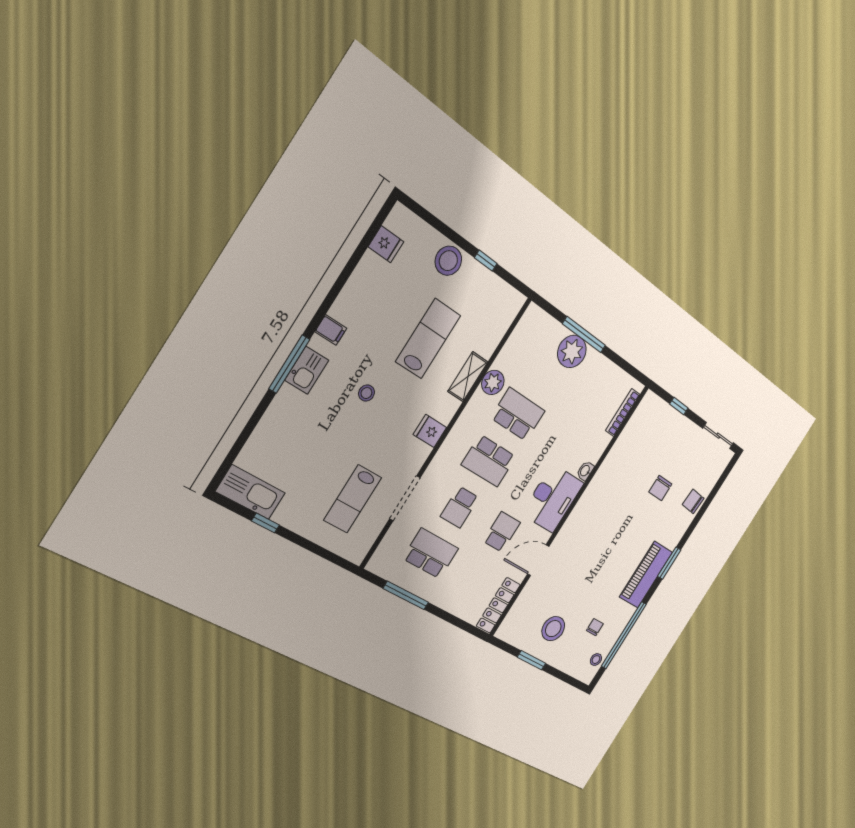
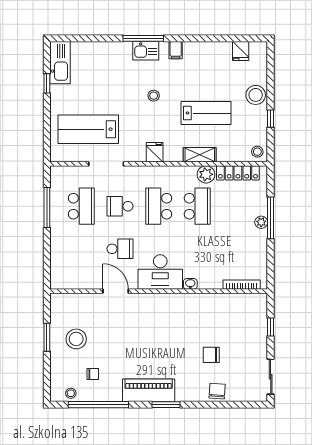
stool: (510, 303) -> (257, 152), added
plant: (572, 351) -> (261, 222), width x0.53, depth x0.53
lab bench: (353, 499) -> (88, 129), width x1.36, depth x1.39
locker: (498, 605) -> (238, 173), moved, turned 180

